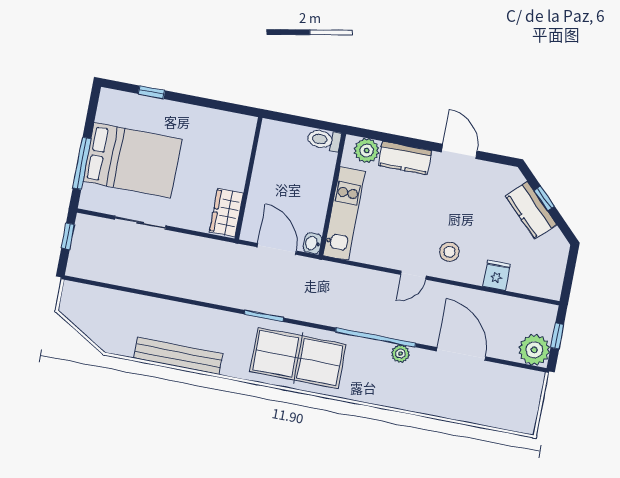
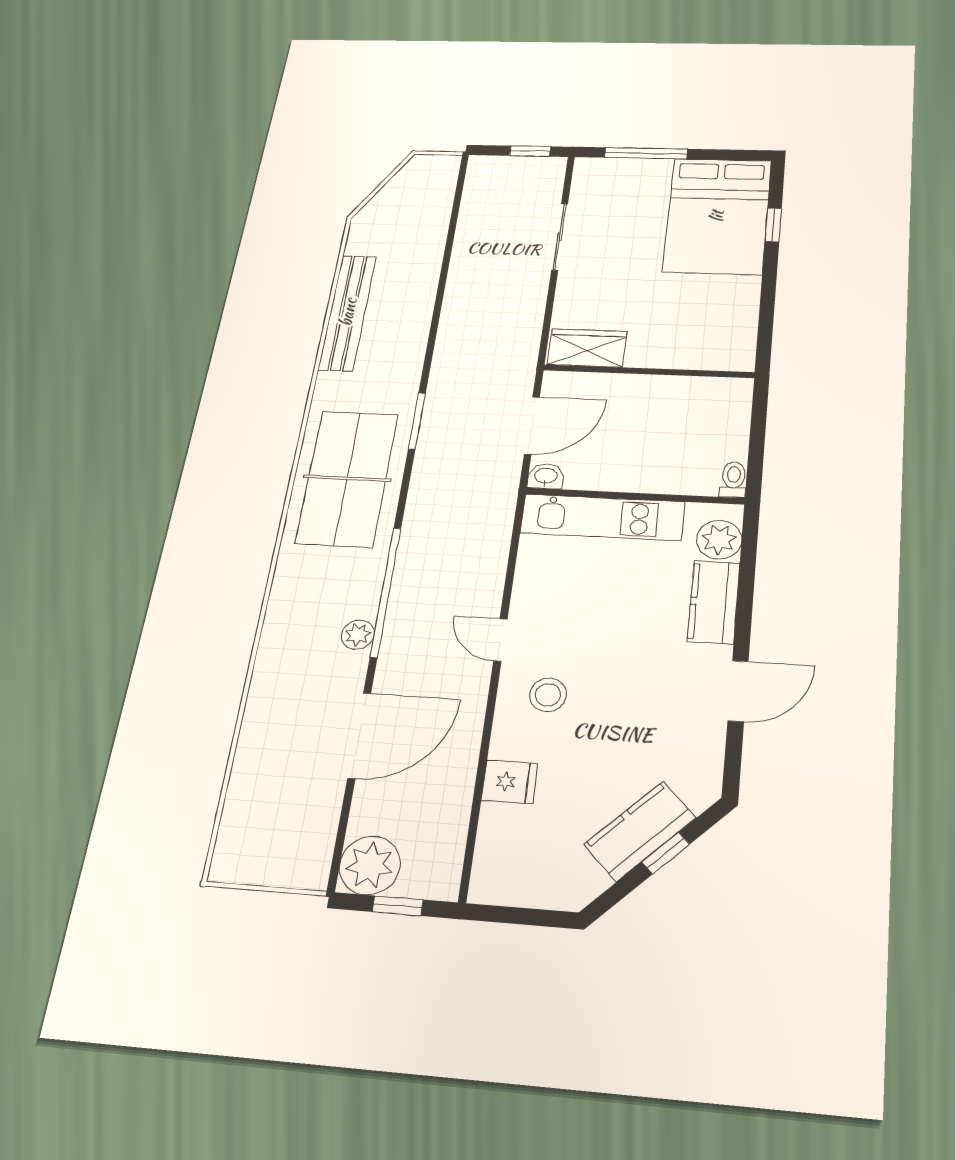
toilet: (324, 140) -> (733, 480), width x0.73, depth x0.72
bed: (132, 160) -> (717, 216), moved

